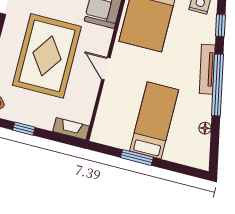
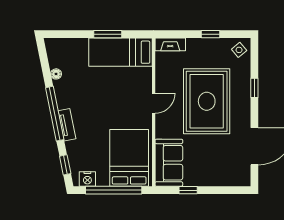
door: (106, 69) -> (154, 103), hinge flipped
tv unit: (207, 69) -> (67, 125), width x0.71
bed: (154, 120) -> (121, 52), moved, turned 90

